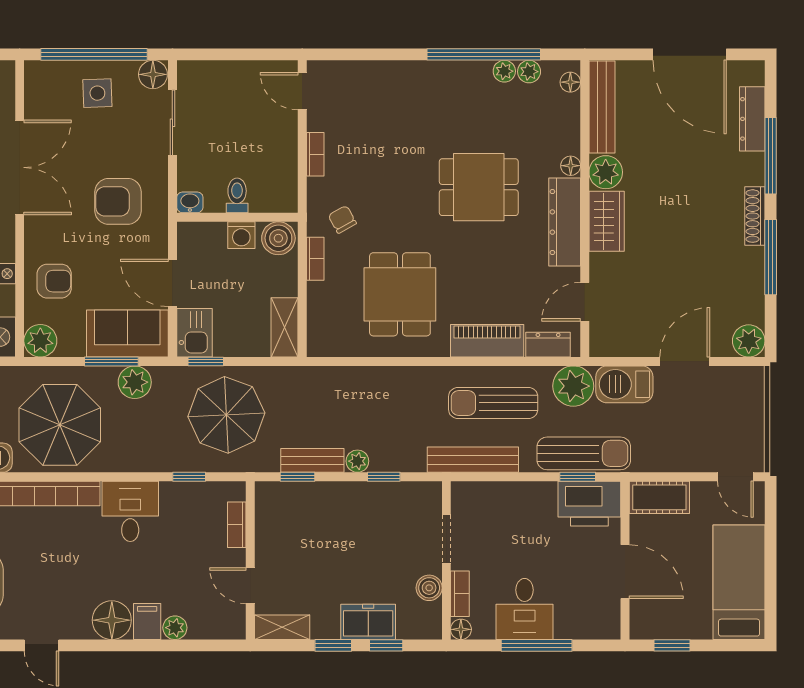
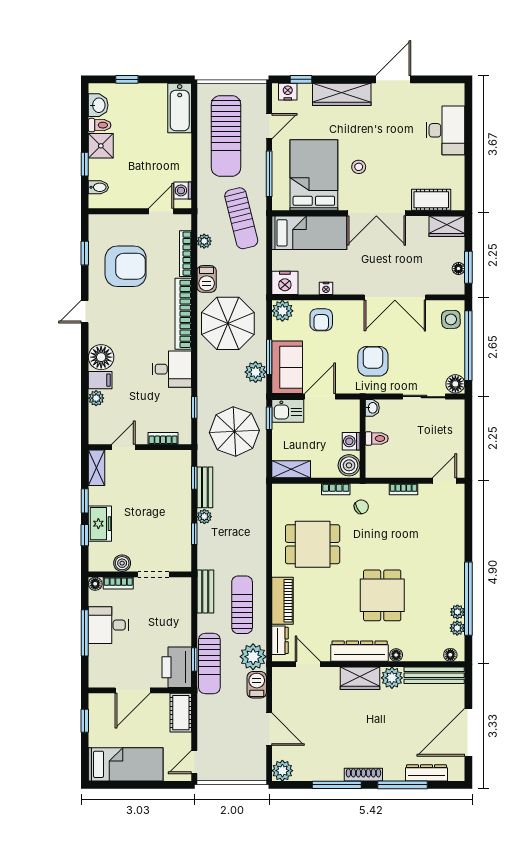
side table: (97, 93) -> (451, 319), moved
barbecue: (624, 384) -> (257, 685), width x0.73, depth x0.79
bench: (473, 460) -> (205, 592), width x0.73

